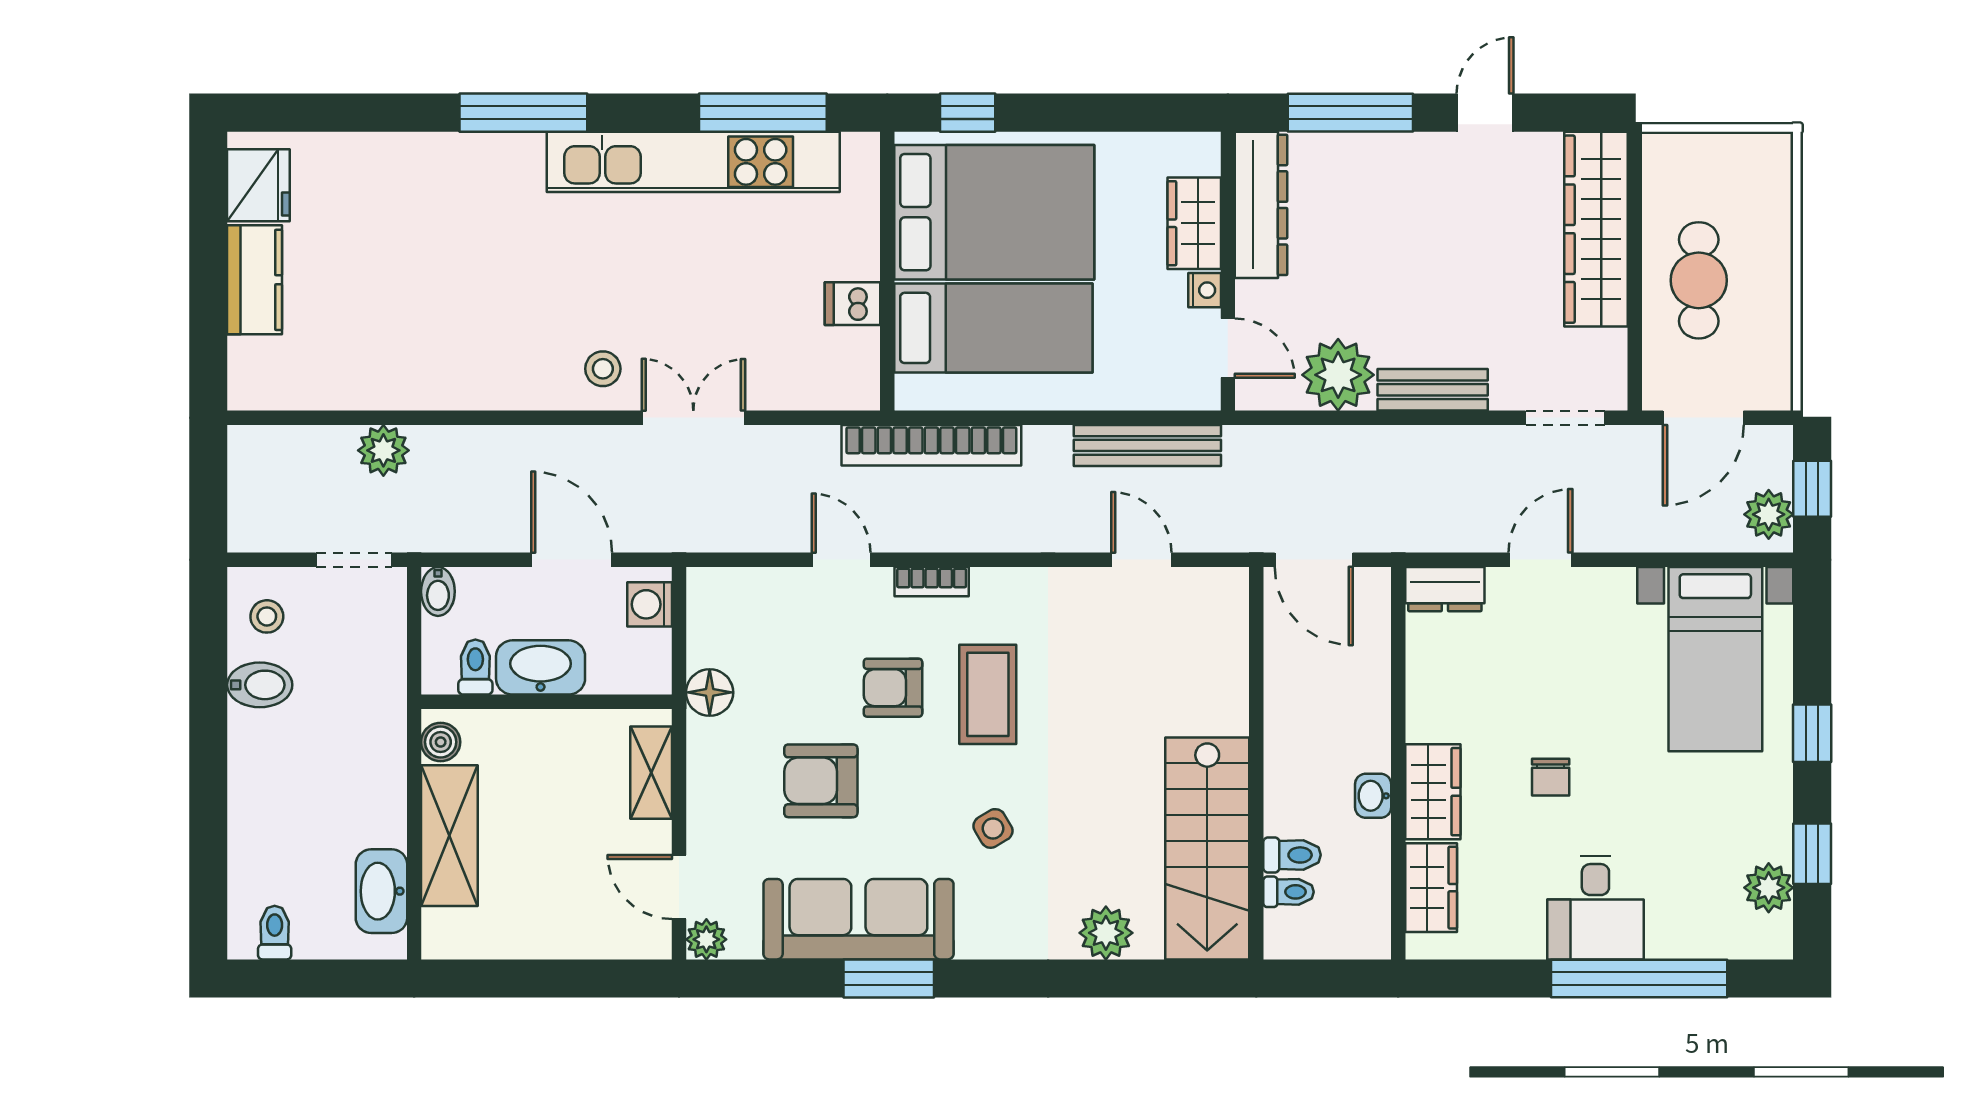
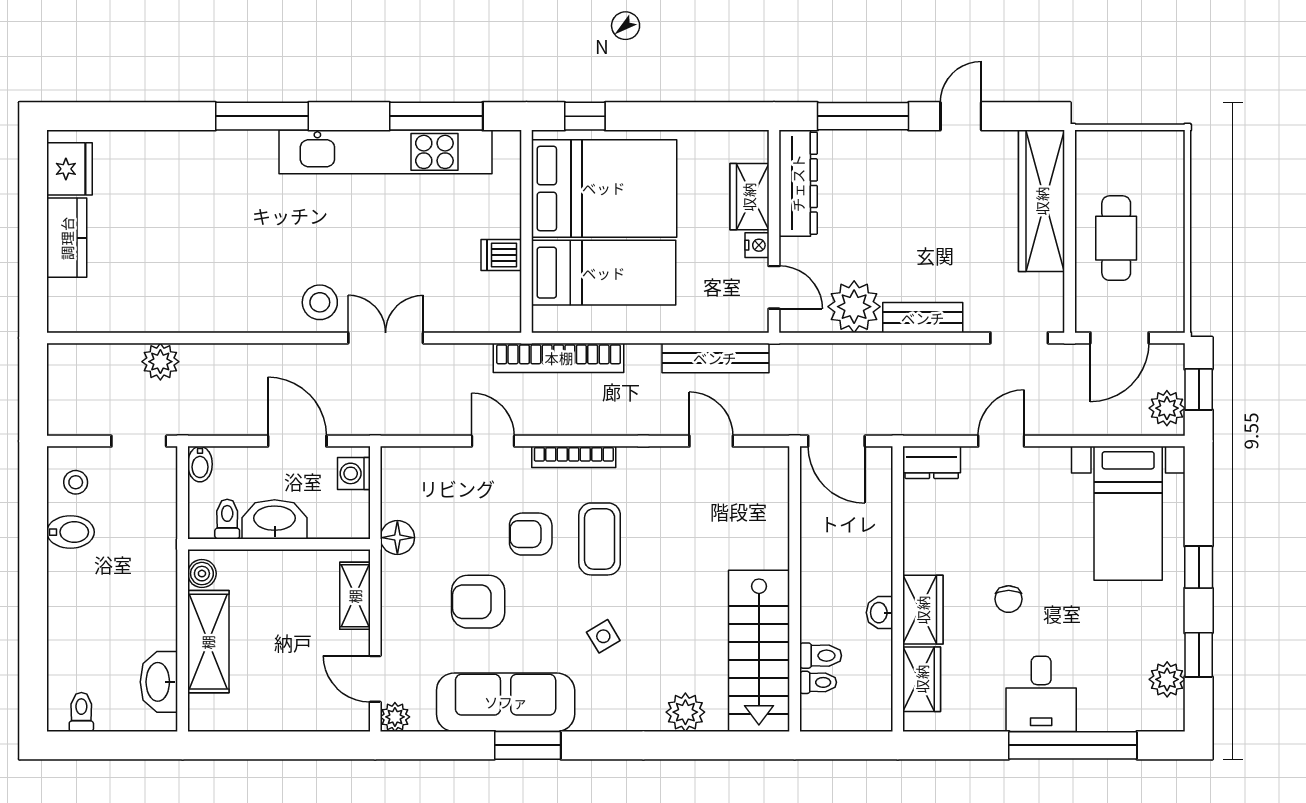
stool: (603, 369) -> (320, 302), width x1.37, depth x1.37
bookcase: (932, 582) -> (574, 457), width x1.56

